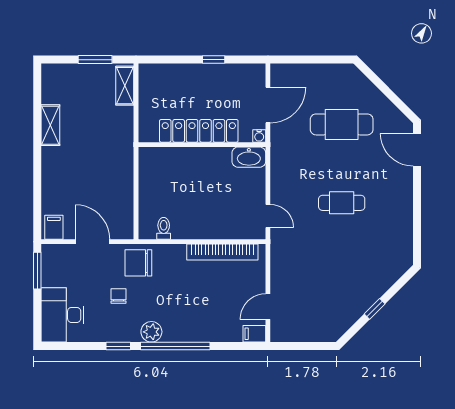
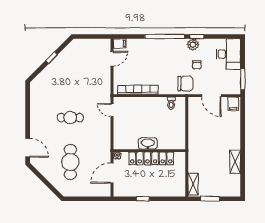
cafe table: (342, 124) -> (70, 162), turned 90
washbasin: (249, 157) -> (148, 144), moved
plant: (151, 332) -> (193, 45), moved

